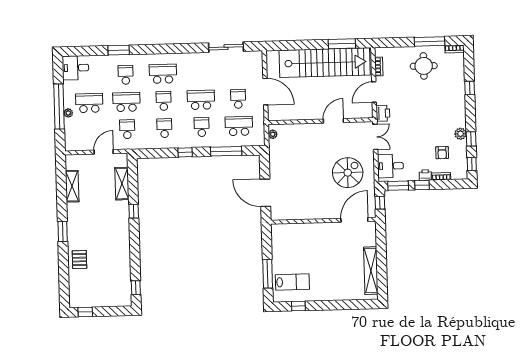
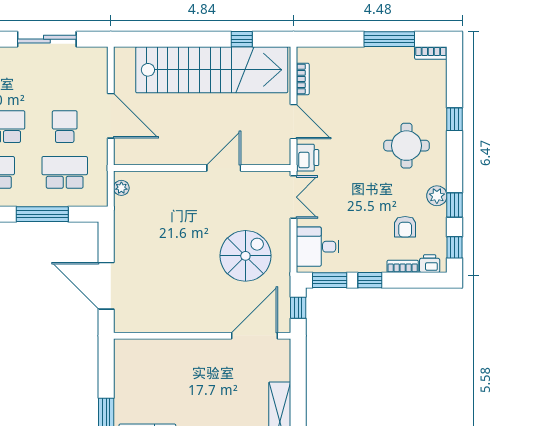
window: (342, 44) -> (242, 39), width x0.46
round table: (424, 66) -> (406, 146), moved
door: (374, 92) -> (293, 122), swing flipped
printer: (425, 175) -> (430, 264), moved

